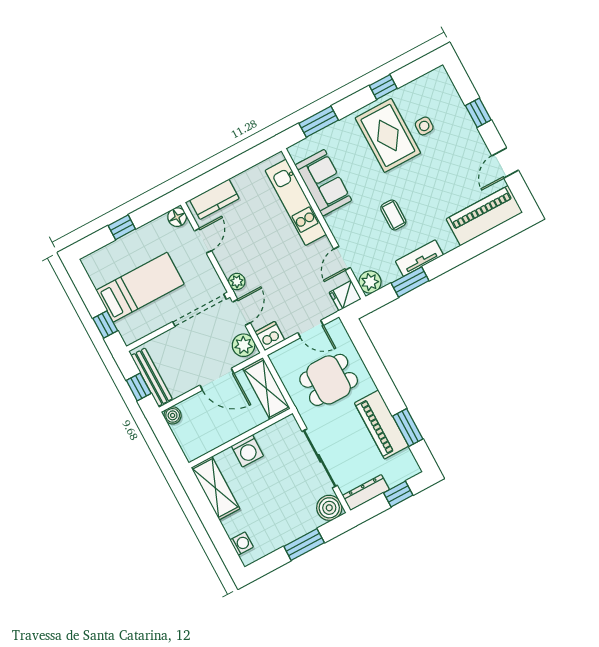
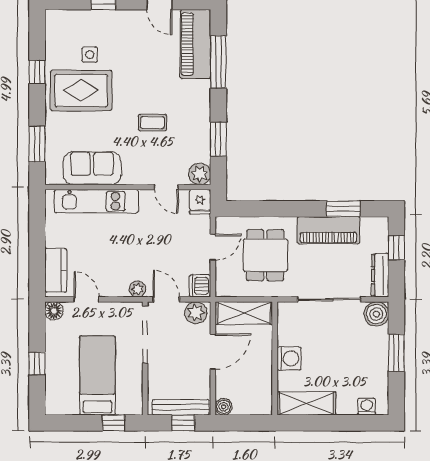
window: (479, 245) -> (218, 62), added
tv unit: (419, 258) -> (202, 120), removed

